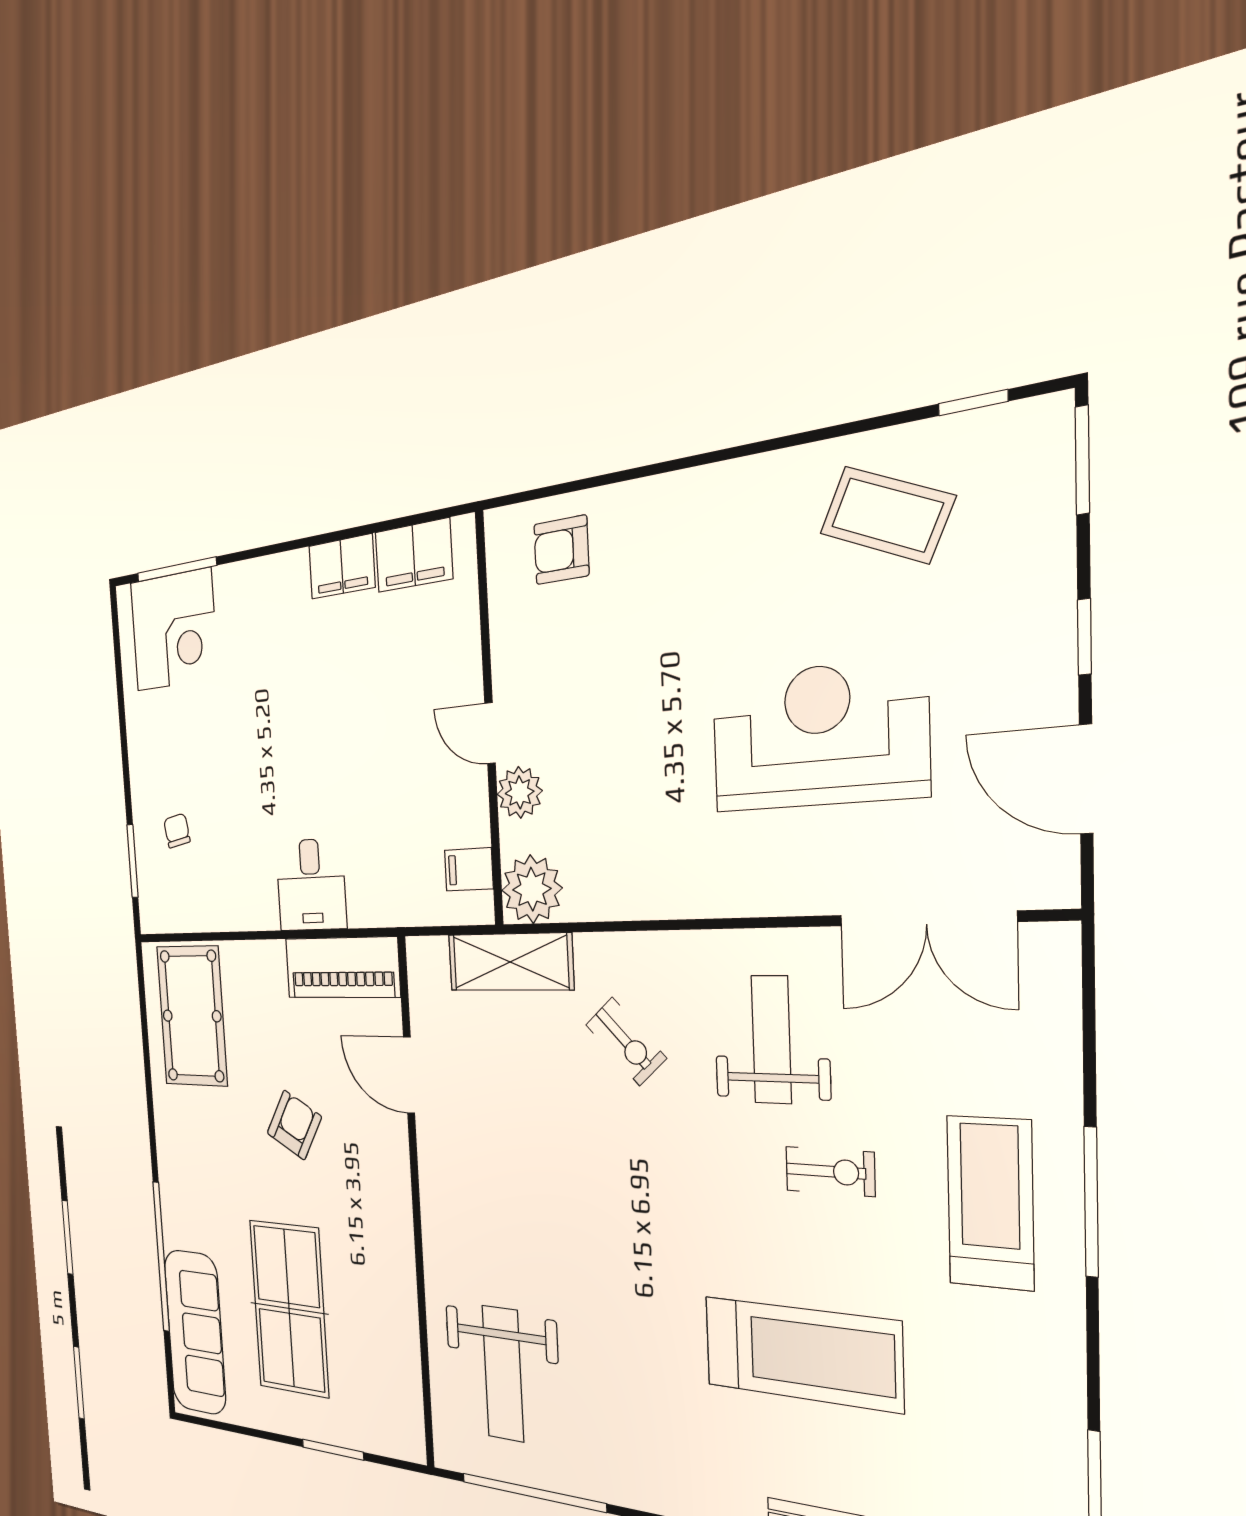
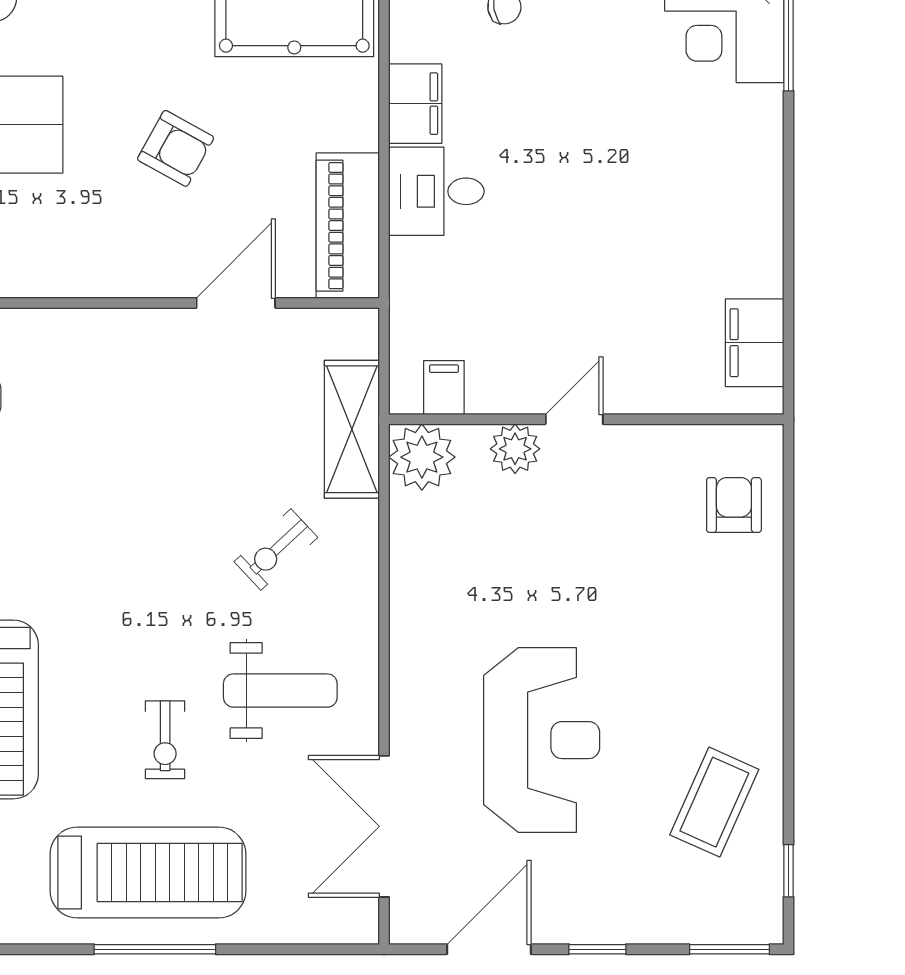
filing cabinet: (342, 567) -> (415, 104), moved, turned 180
treadmill: (990, 1203) -> (148, 873), width x1.37, depth x1.38

